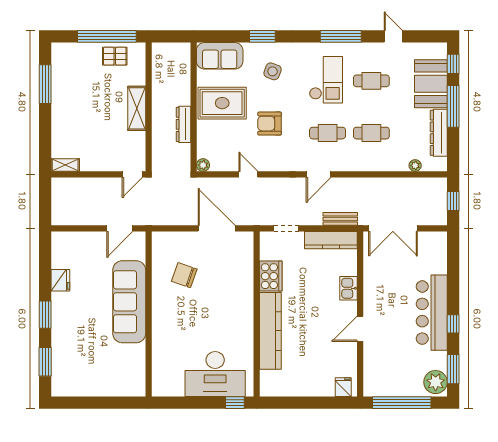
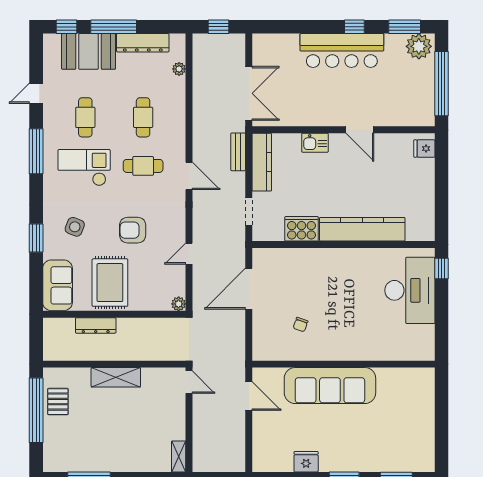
dresser: (183, 124) -> (96, 325), moved
armchair: (270, 124) -> (133, 230), turned 90
cafe table: (328, 133) -> (143, 166), turned 90
chair: (184, 275) -> (300, 325), width x0.54, depth x0.54

